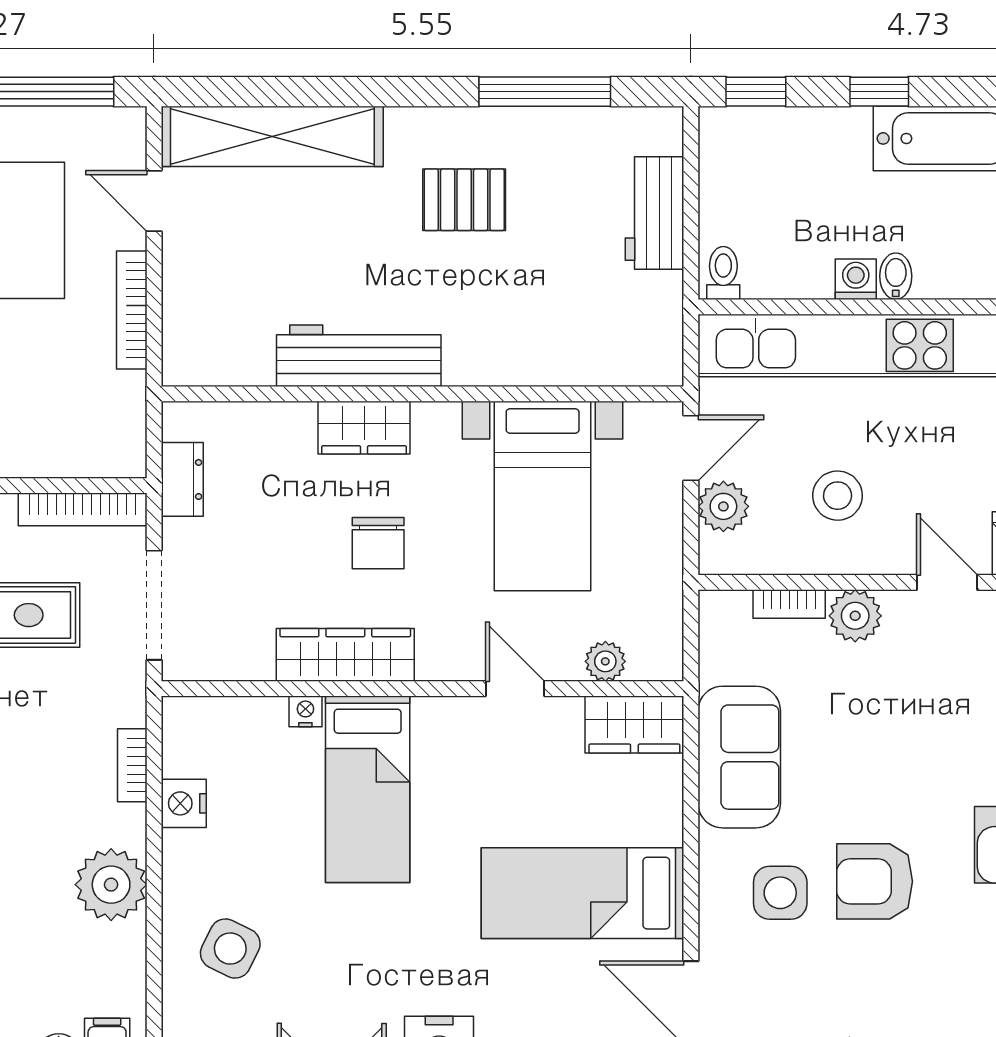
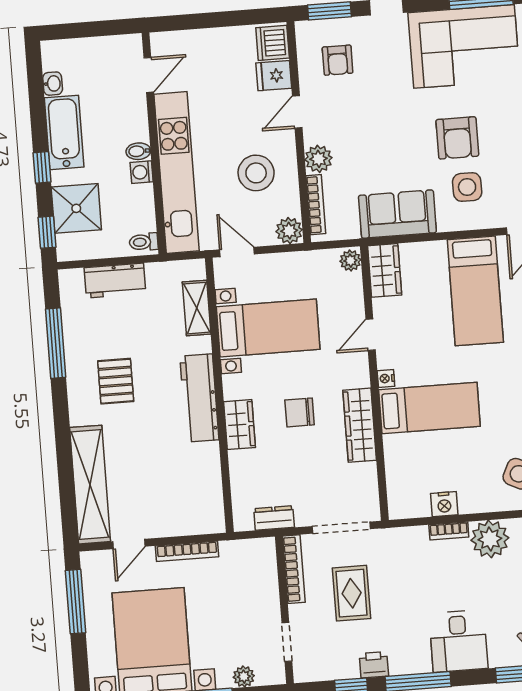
shower: (797, 150) -> (76, 208), added
workbench: (359, 356) -> (199, 398), moved
shelving: (591, 363) -> (197, 308), added
stool: (838, 496) -> (256, 173), width x1.38, depth x1.38
plant: (723, 506) -> (289, 231), moved
chair: (378, 543) -> (300, 412), turned 180
bookcase: (789, 604) -> (316, 205), width x1.56
plant: (605, 661) -> (350, 261), moved
nightstand: (305, 711) -> (386, 378), moved
bookcase: (132, 765) -> (449, 531), moved

